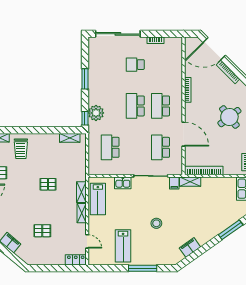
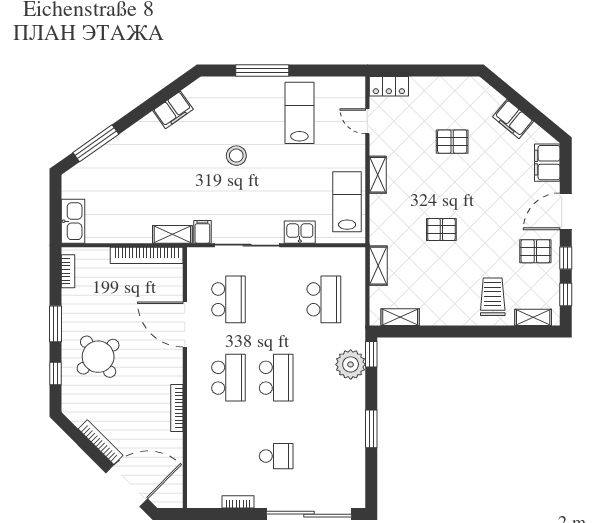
shelving: (81, 192) -> (378, 266), moved

